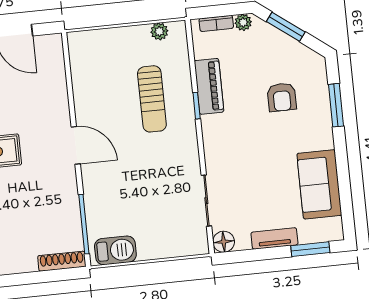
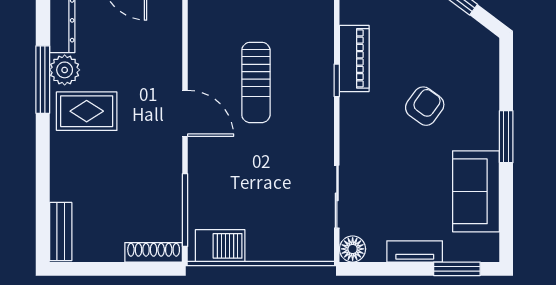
armchair: (282, 97) -> (425, 106), moved, turned -144
sun lounger: (152, 99) -> (256, 82), moved
window: (336, 105) -> (506, 137), moved

